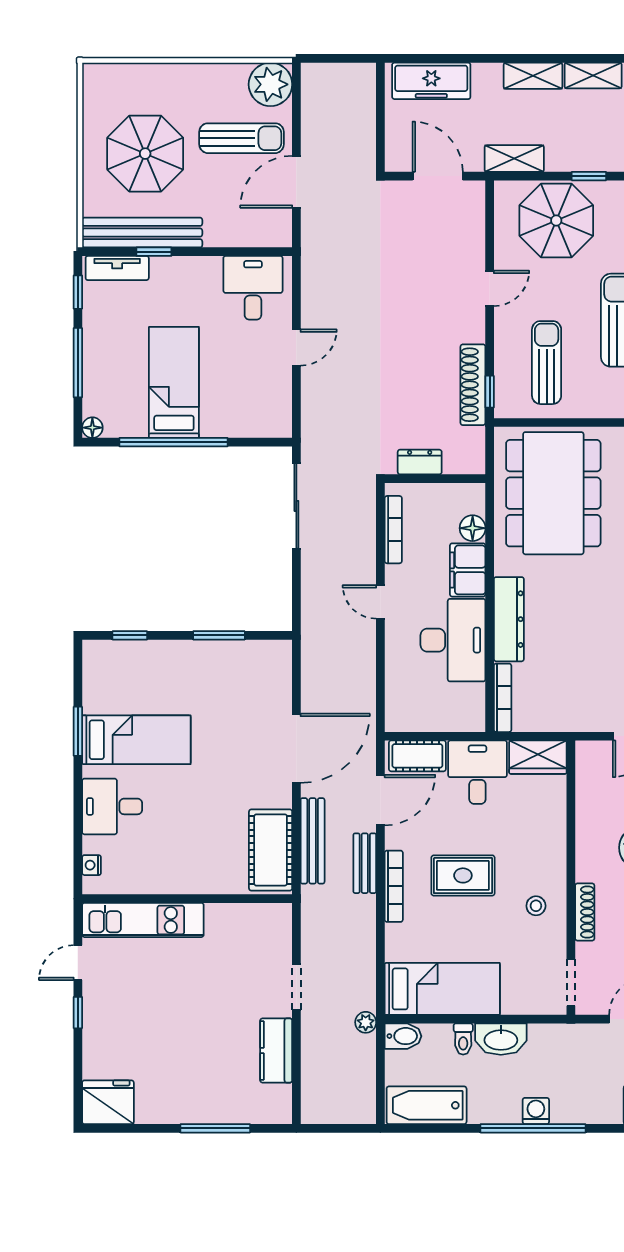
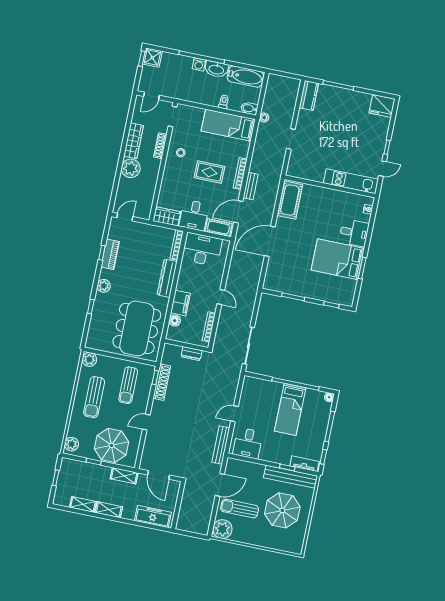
desk: (453, 640) -> (202, 249), moved, turned 90
bed: (136, 740) -> (338, 259), width x1.50
bench: (313, 841) -> (221, 445), moved
washbasin: (501, 1039) -> (216, 69), moved, turned 180
kitchen counter: (276, 1050) -> (309, 95), moved

